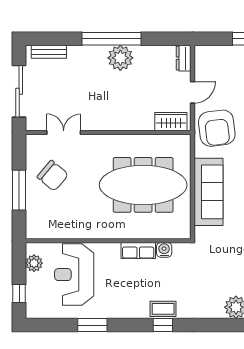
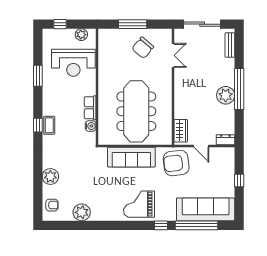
reception desk: (74, 275) -> (73, 63), turned 180

